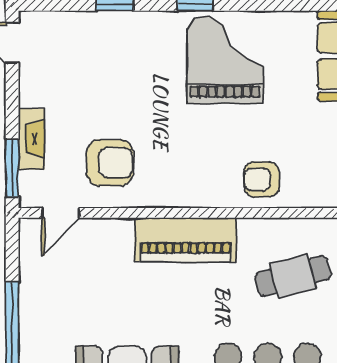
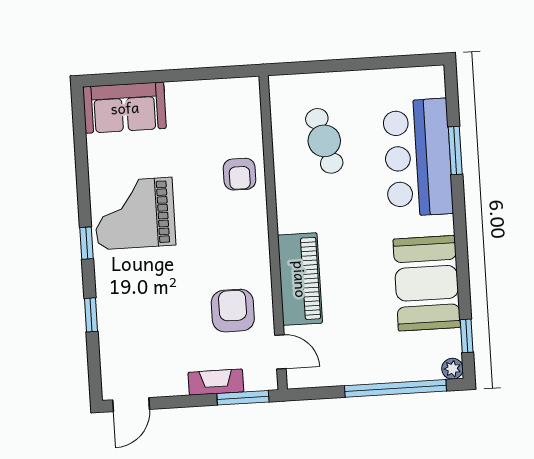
piano: (185, 240) -> (300, 279), moved

